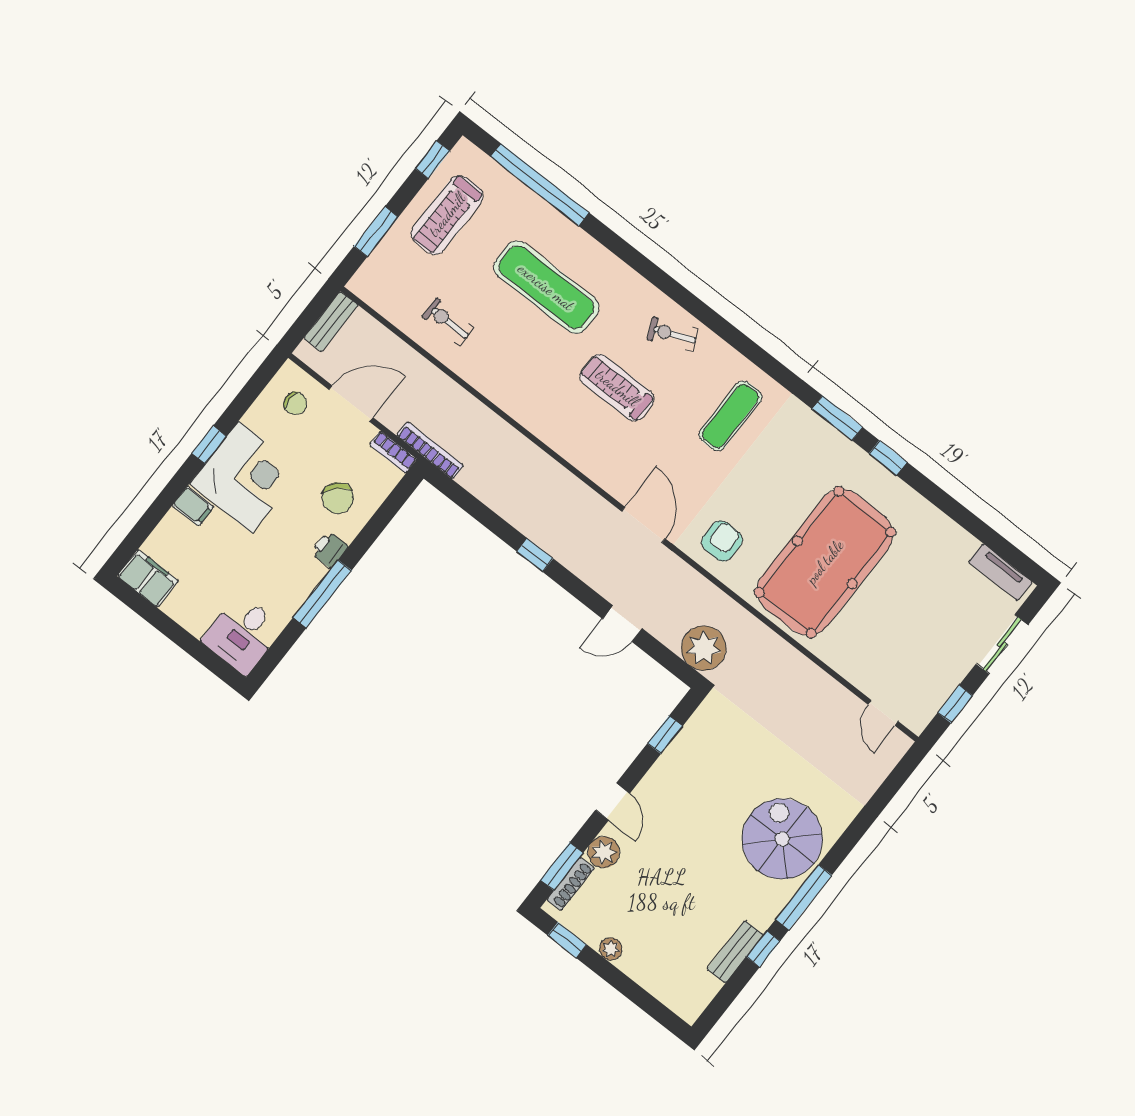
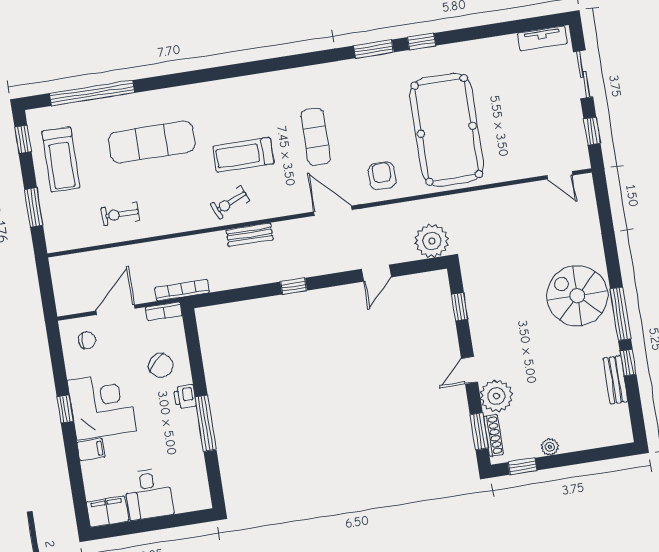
bench: (331, 322) -> (250, 235), moved, turned 90
exercise bike: (673, 334) -> (230, 203), moved
exercise mat: (730, 416) -> (316, 137), moved
desk: (242, 634) -> (149, 494), moved
door: (613, 802) -> (469, 370), swing flipped
plant: (604, 852) -> (496, 396), width x1.36, depth x1.36

